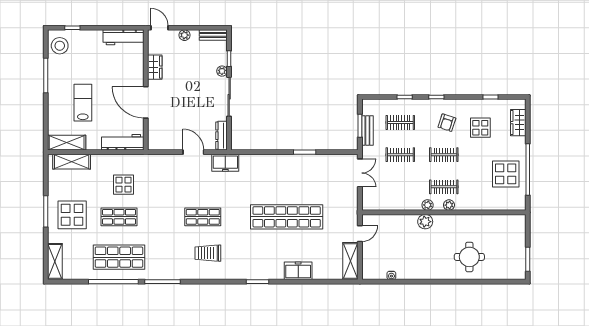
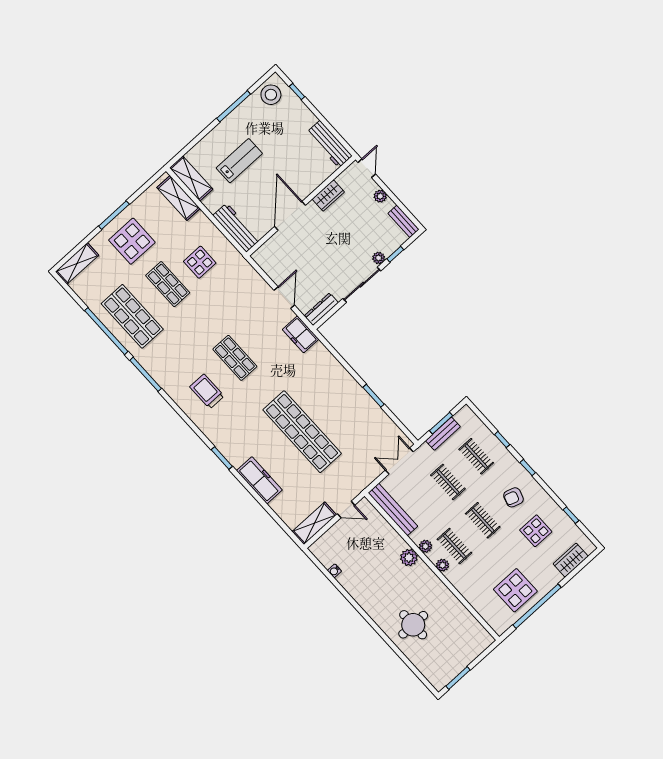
double door: (360, 173) -> (399, 461), swing flipped
bench: (386, 204) -> (393, 509), added
freezer: (298, 271) -> (259, 480), width x1.40

